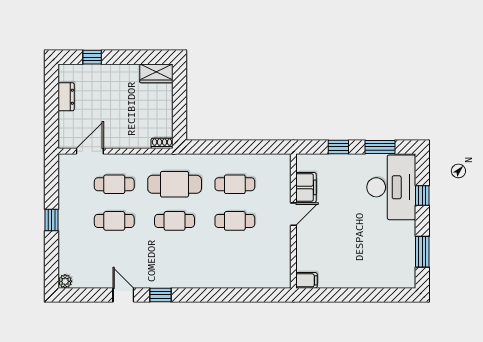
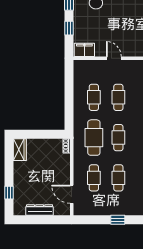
dresser: (66, 97) -> (40, 210), width x1.44
filing cabinet: (306, 187) -> (84, 50), moved

